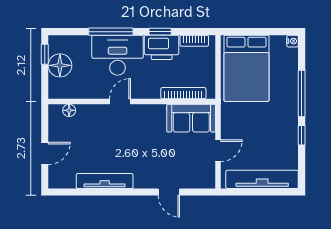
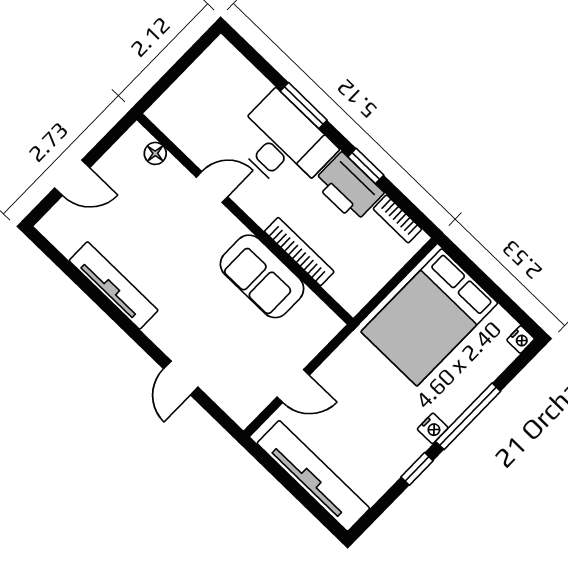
window: (111, 32) -> (304, 106), width x0.69
window: (45, 54) -> (193, 53), removed
floor lamp: (60, 65) -> (199, 86), removed
bookcase: (183, 93) -> (299, 252), moved
door: (120, 102) -> (212, 187), moved
nightstand: (292, 112) -> (433, 428), added
sofa: (191, 118) -> (262, 276), moved

